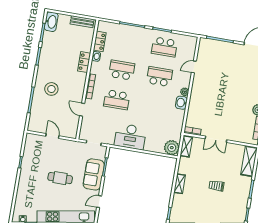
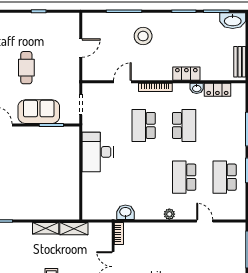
school desk: (159, 77) -> (184, 177), turned 180
washbasin: (181, 103) -> (125, 212), moved
shelving: (186, 146) -> (74, 229), moved
plant: (172, 148) -> (92, 210), removed

